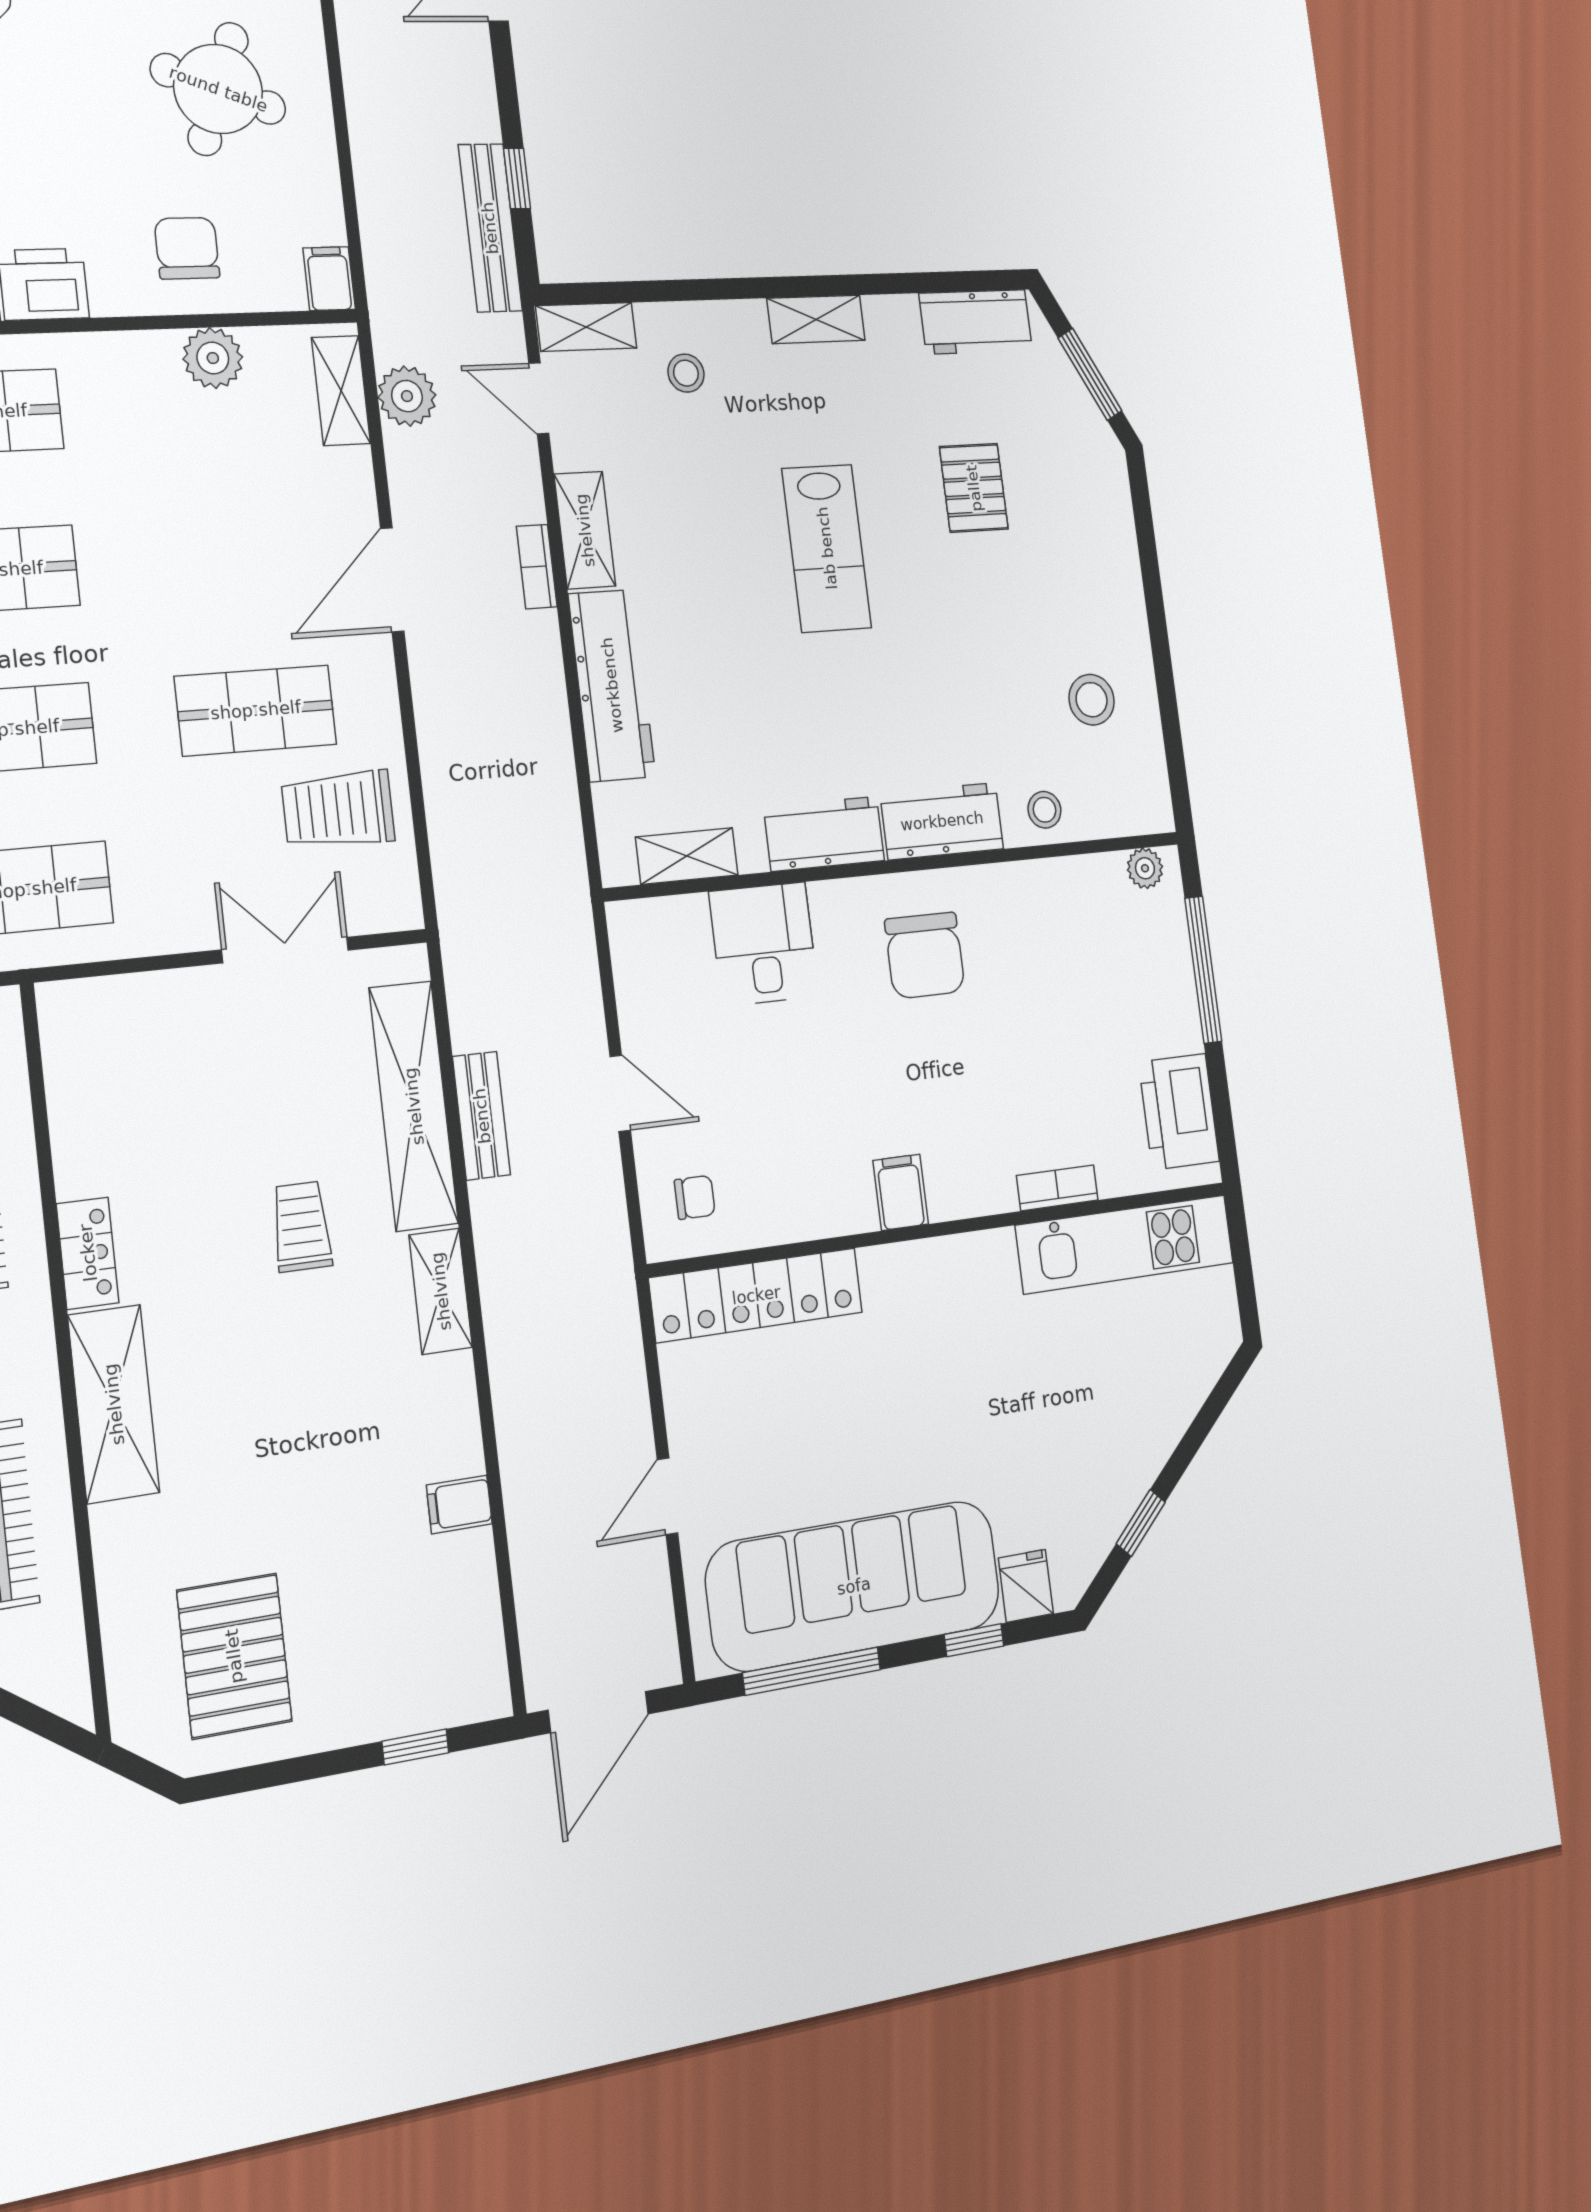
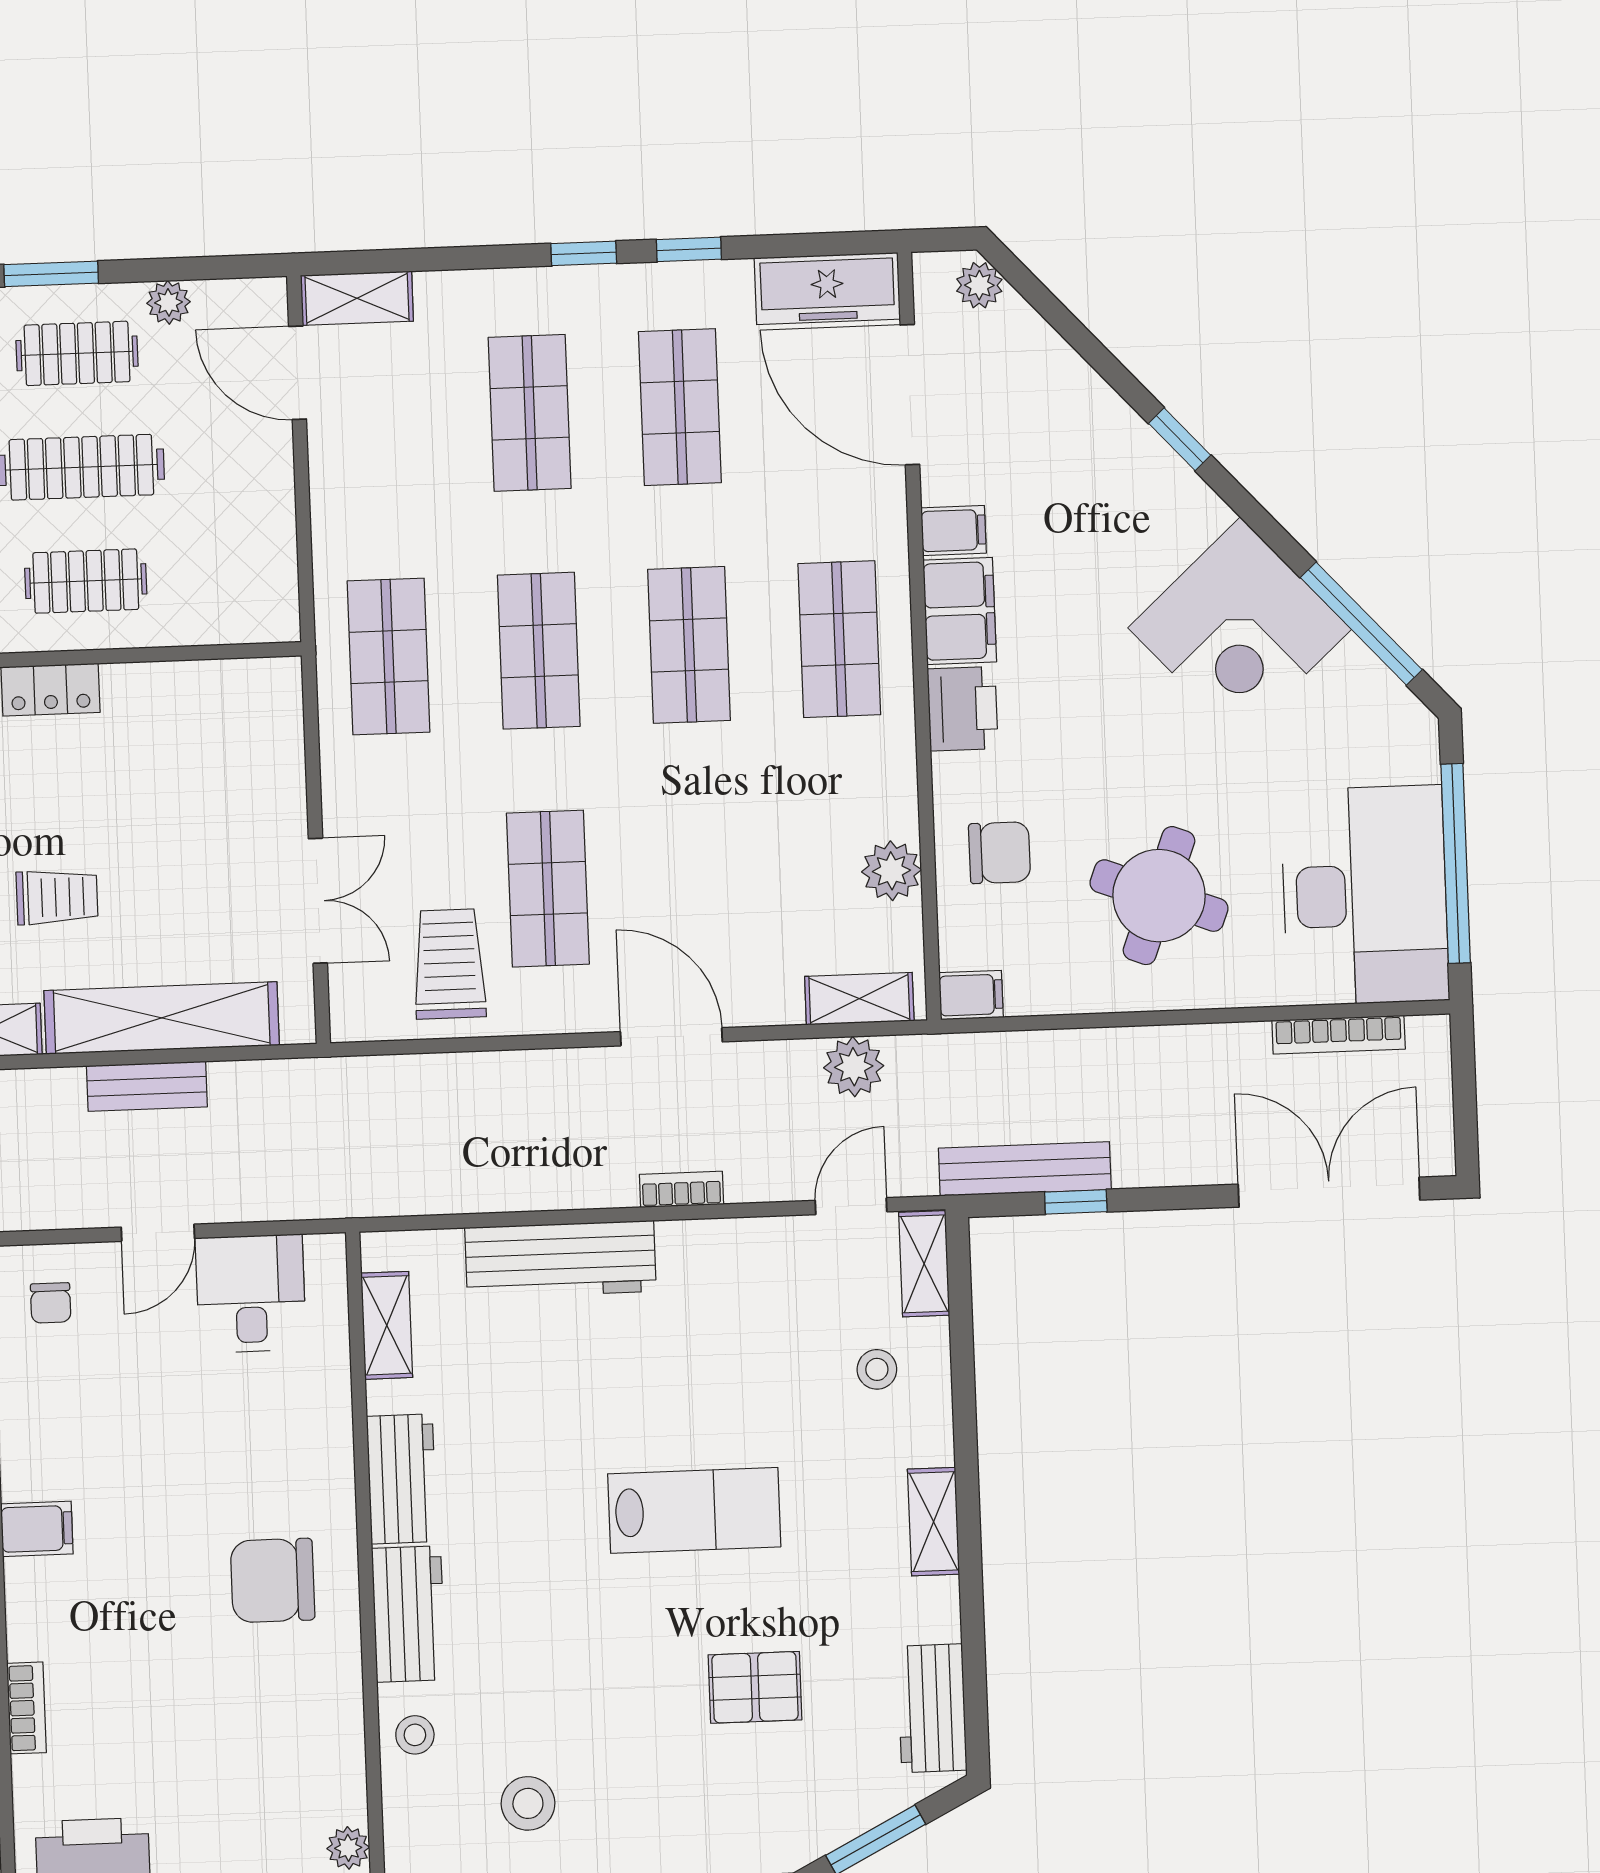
shelving: (585, 530) -> (717, 1244), removed
lab bench: (827, 548) -> (694, 1510), turned 180
desk: (764, 944) -> (251, 1294), moved, turned -90

